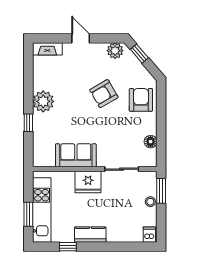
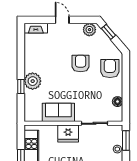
armchair: (104, 94) -> (81, 64), turned 120
plant: (43, 101) -> (33, 81), moved

